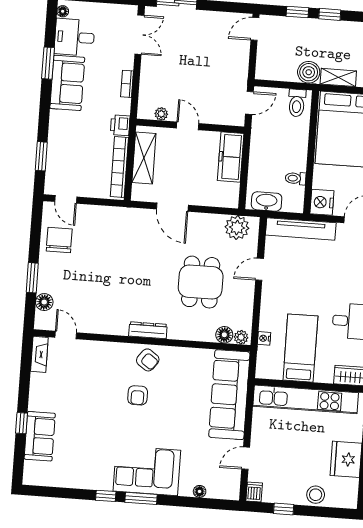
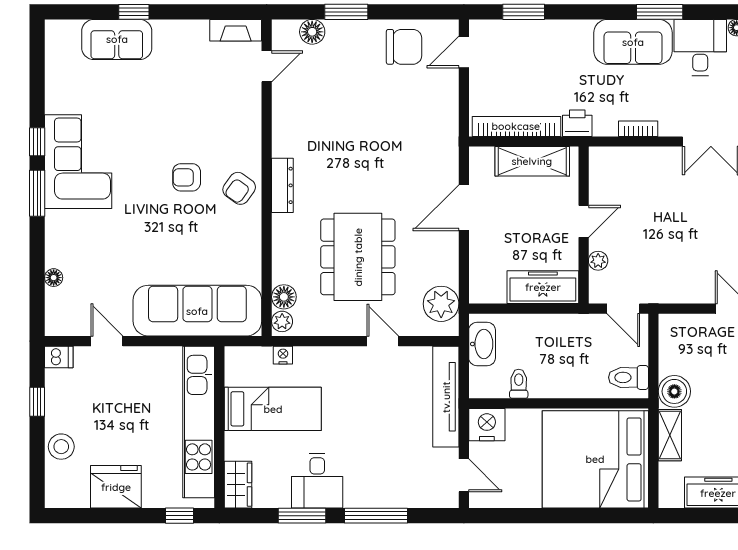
plant: (161, 114) -> (598, 261), moved
dining table: (201, 282) -> (358, 257), width x1.38
corner sofa: (147, 471) -> (78, 162), moved

